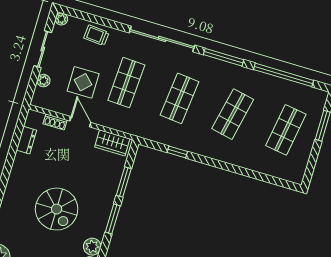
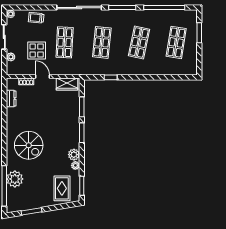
spiral stairs: (57, 209) -> (29, 145), moved

